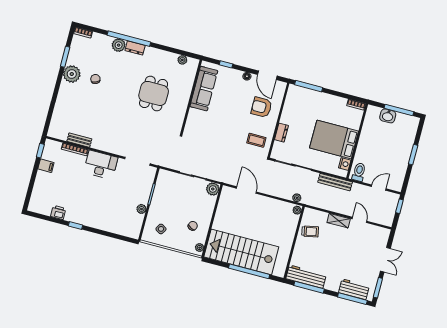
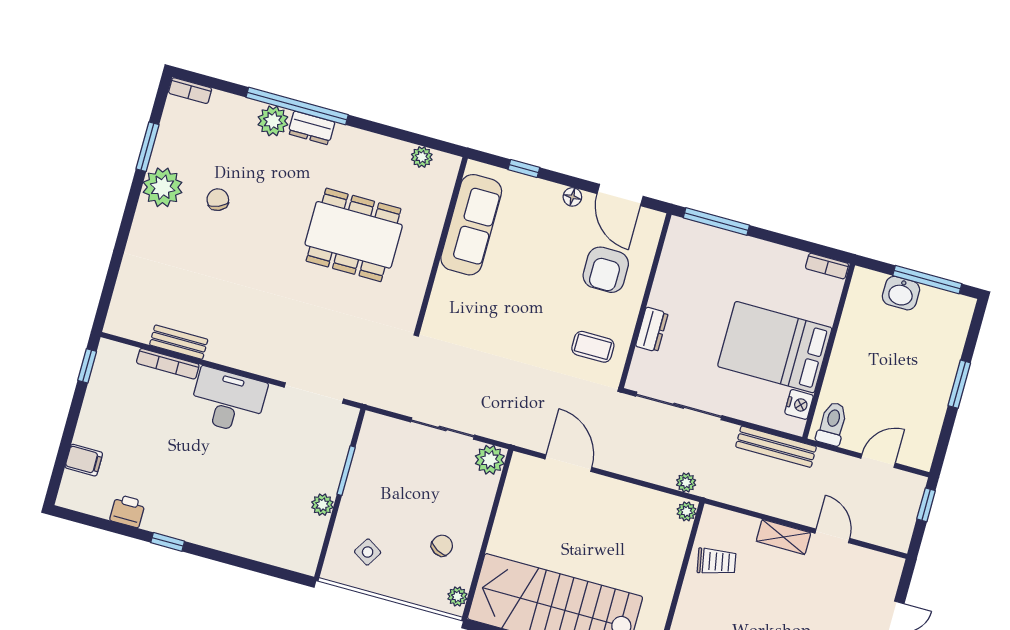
dining table: (154, 93) -> (354, 235), width x1.38
armchair: (262, 107) -> (606, 270), turned -90
filing cabinet: (46, 166) -> (84, 460), moved

